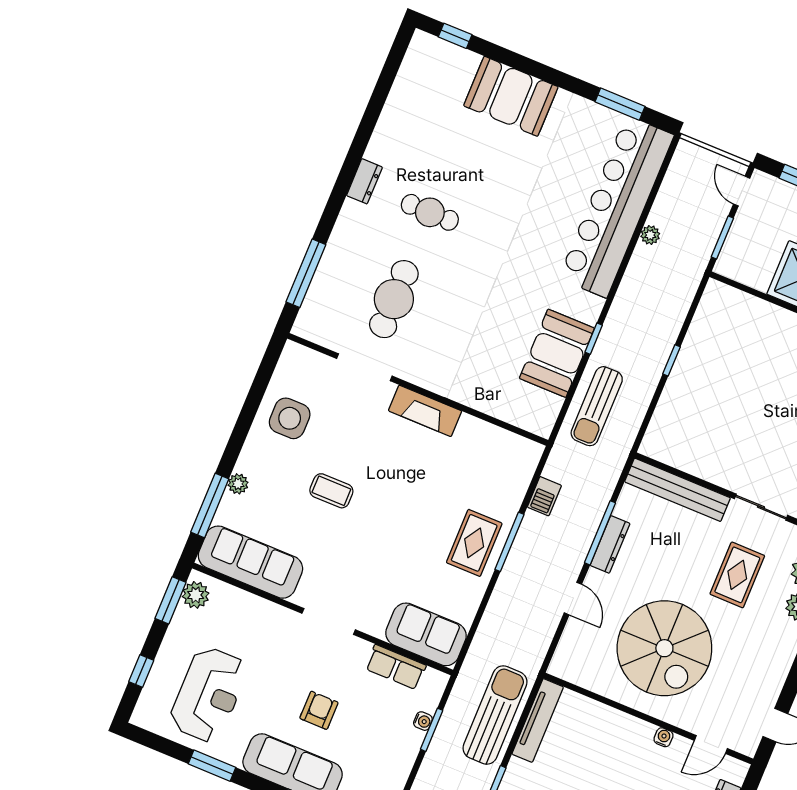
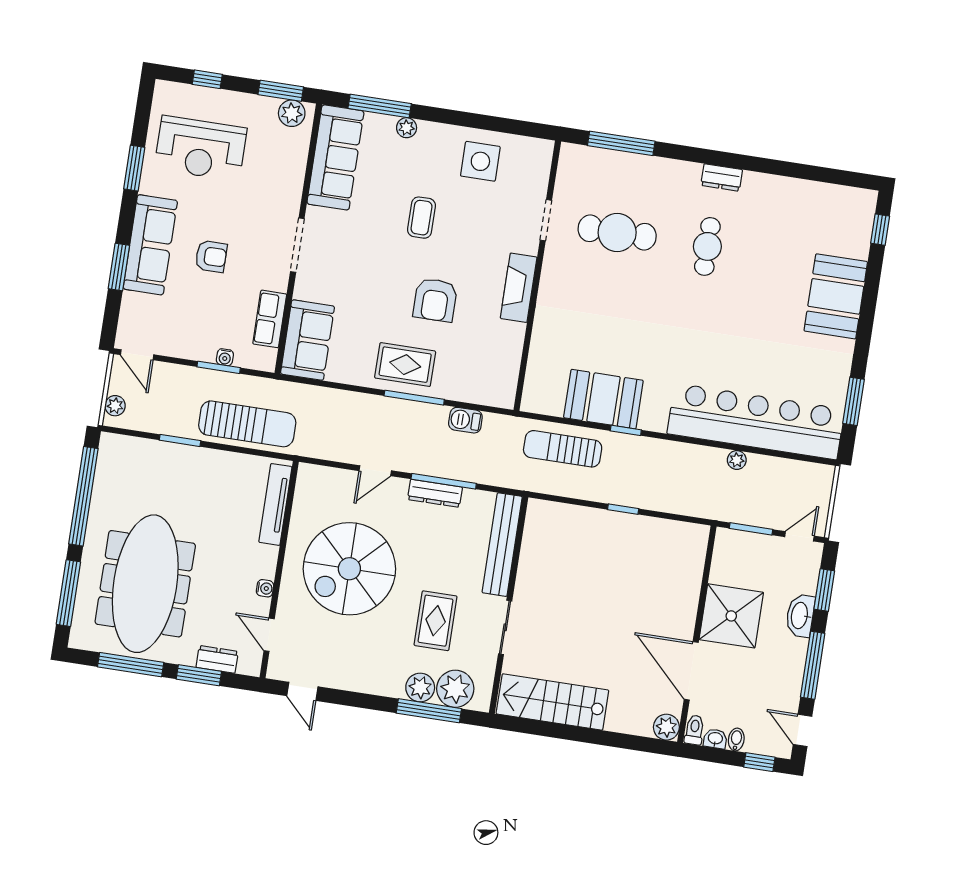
doorway: (364, 367) -> (546, 220), width x0.73
armchair: (417, 497) -> (435, 300), added
rug: (737, 575) -> (436, 621), turned 90
tv unit: (538, 720) -> (275, 504), moved, turned 90

